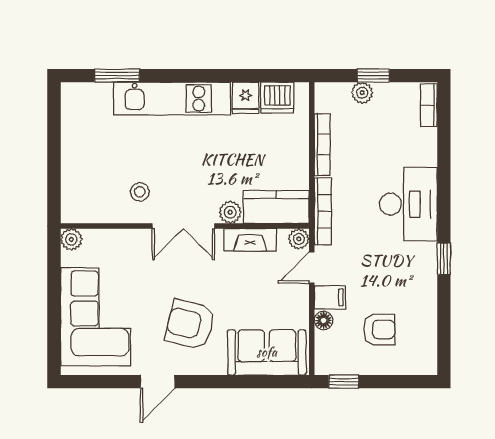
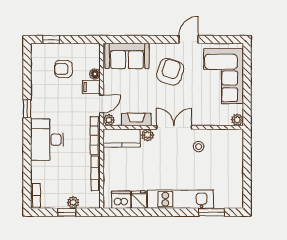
armchair: (190, 324) -> (170, 72), turned -86
window: (344, 382) -> (51, 39), moved

